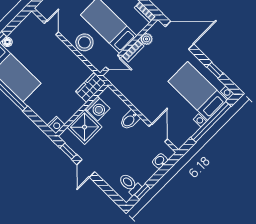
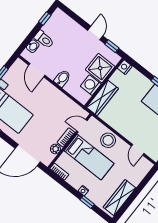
wardrobe: (90, 87) -> (102, 98), width x1.50
toilet: (130, 184) -> (44, 39), moved

